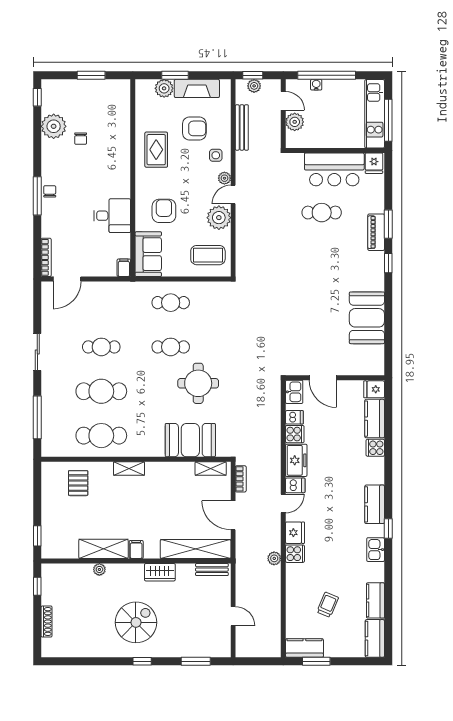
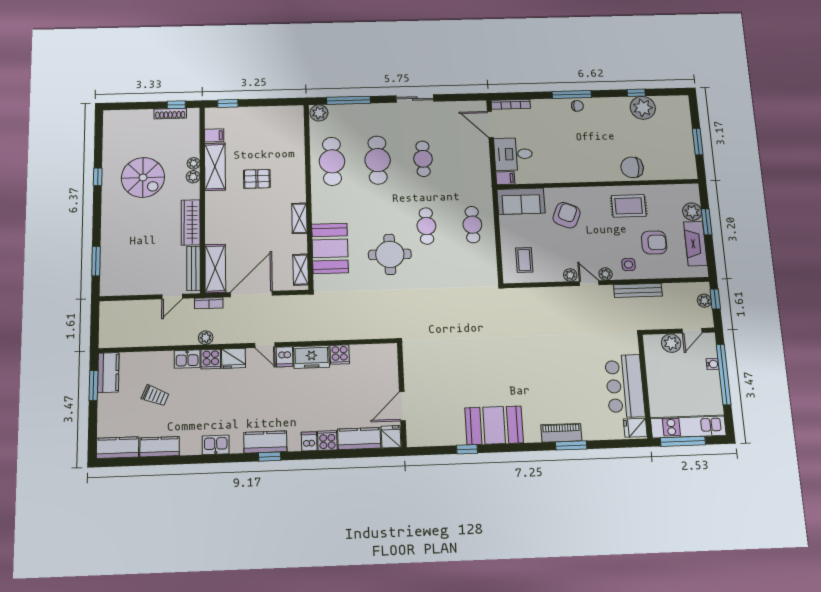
window: (37, 97) -> (636, 93), moved
bench: (242, 127) -> (638, 290), moved
armchair: (194, 128) -> (654, 242), turned -90
chair: (81, 139) -> (632, 167), moved, width x1.87, depth x1.87
armchair: (164, 211) -> (567, 215), turned -67
cafe table: (322, 213) -> (578, 374), removed
desk: (112, 216) -> (513, 154), moved, turned 90
plant: (219, 218) -> (570, 275), width x0.53, depth x0.53
coffee table: (208, 255) -> (524, 260), width x0.73, depth x0.77
window: (388, 263) -> (467, 449), moved
booth: (367, 318) -> (494, 425), moved
door: (323, 378) -> (402, 406), moved
kitchen sink: (294, 392) -> (187, 359), moved
dishwasher: (294, 417) -> (309, 441), moved, turned 180
plant: (50, 447) -> (319, 113), added
shelving: (129, 469) -> (299, 218), moved
bookcase: (241, 479) -> (209, 303), moved
pallet: (78, 483) -> (257, 179), moved
door: (233, 515) -> (251, 294), width x1.36
window: (388, 528) -> (270, 457), moved
shelving: (196, 549) -> (215, 268), width x0.68
filing cabinet: (136, 550) -> (214, 135), moved
plant: (113, 570) -> (193, 177), added
bench: (212, 570) -> (194, 268), width x1.36
wardrobe: (160, 572) -> (191, 222), width x1.50
door: (233, 616) -> (172, 296), moved
shoe rack: (47, 622) -> (170, 114), moved
spiral stairs: (136, 622) -> (143, 177), moved
window: (142, 661) -> (98, 177), moved

